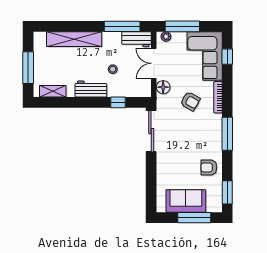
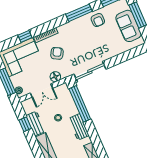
window: (122, 26) -> (25, 124), width x0.46
workbench: (137, 39) -> (36, 124), moved
window: (227, 57) -> (25, 36), moved
window: (118, 102) -> (80, 104), width x3.17
window: (227, 134) -> (79, 13), moved

